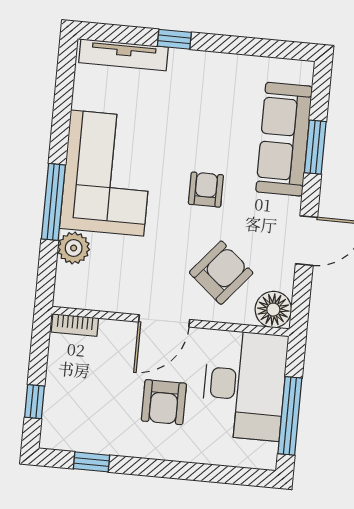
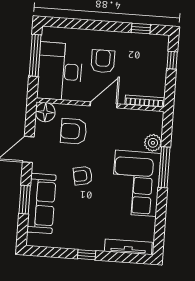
window: (174, 39) -> (87, 255), moved
armchair: (206, 190) -> (83, 176), turned 79
armchair: (221, 273) -> (74, 131), turned 50
bookcase: (75, 325) -> (144, 101), width x1.56

